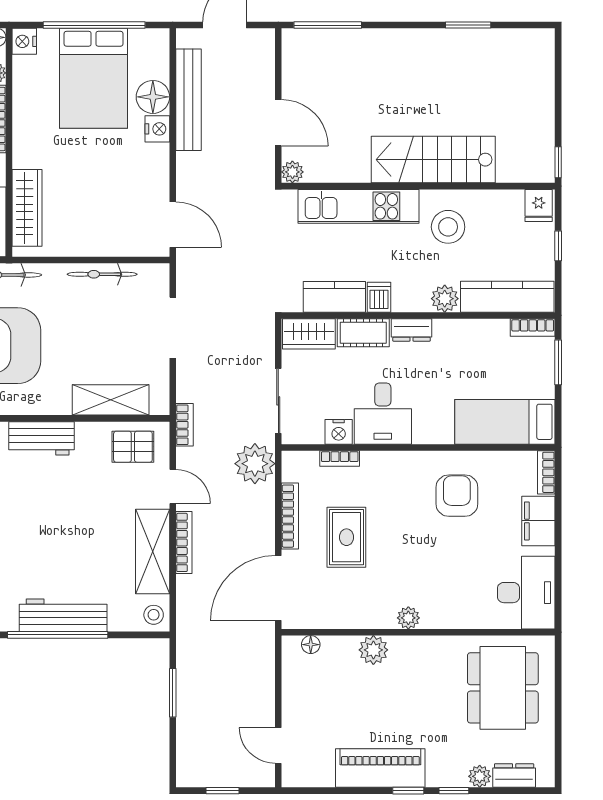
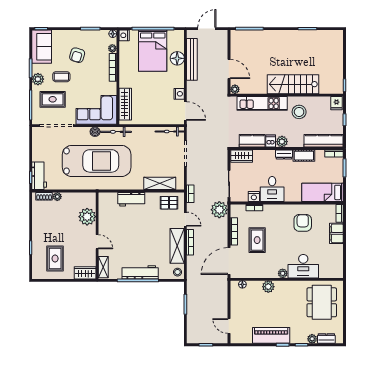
nightstand: (157, 129) -> (179, 94), moved
bicycle: (102, 274) -> (170, 132), moved
plant: (445, 299) -> (282, 142), moved
cot: (363, 333) -> (304, 156), moved
desk: (526, 593) -> (303, 266), moved, turned 90

